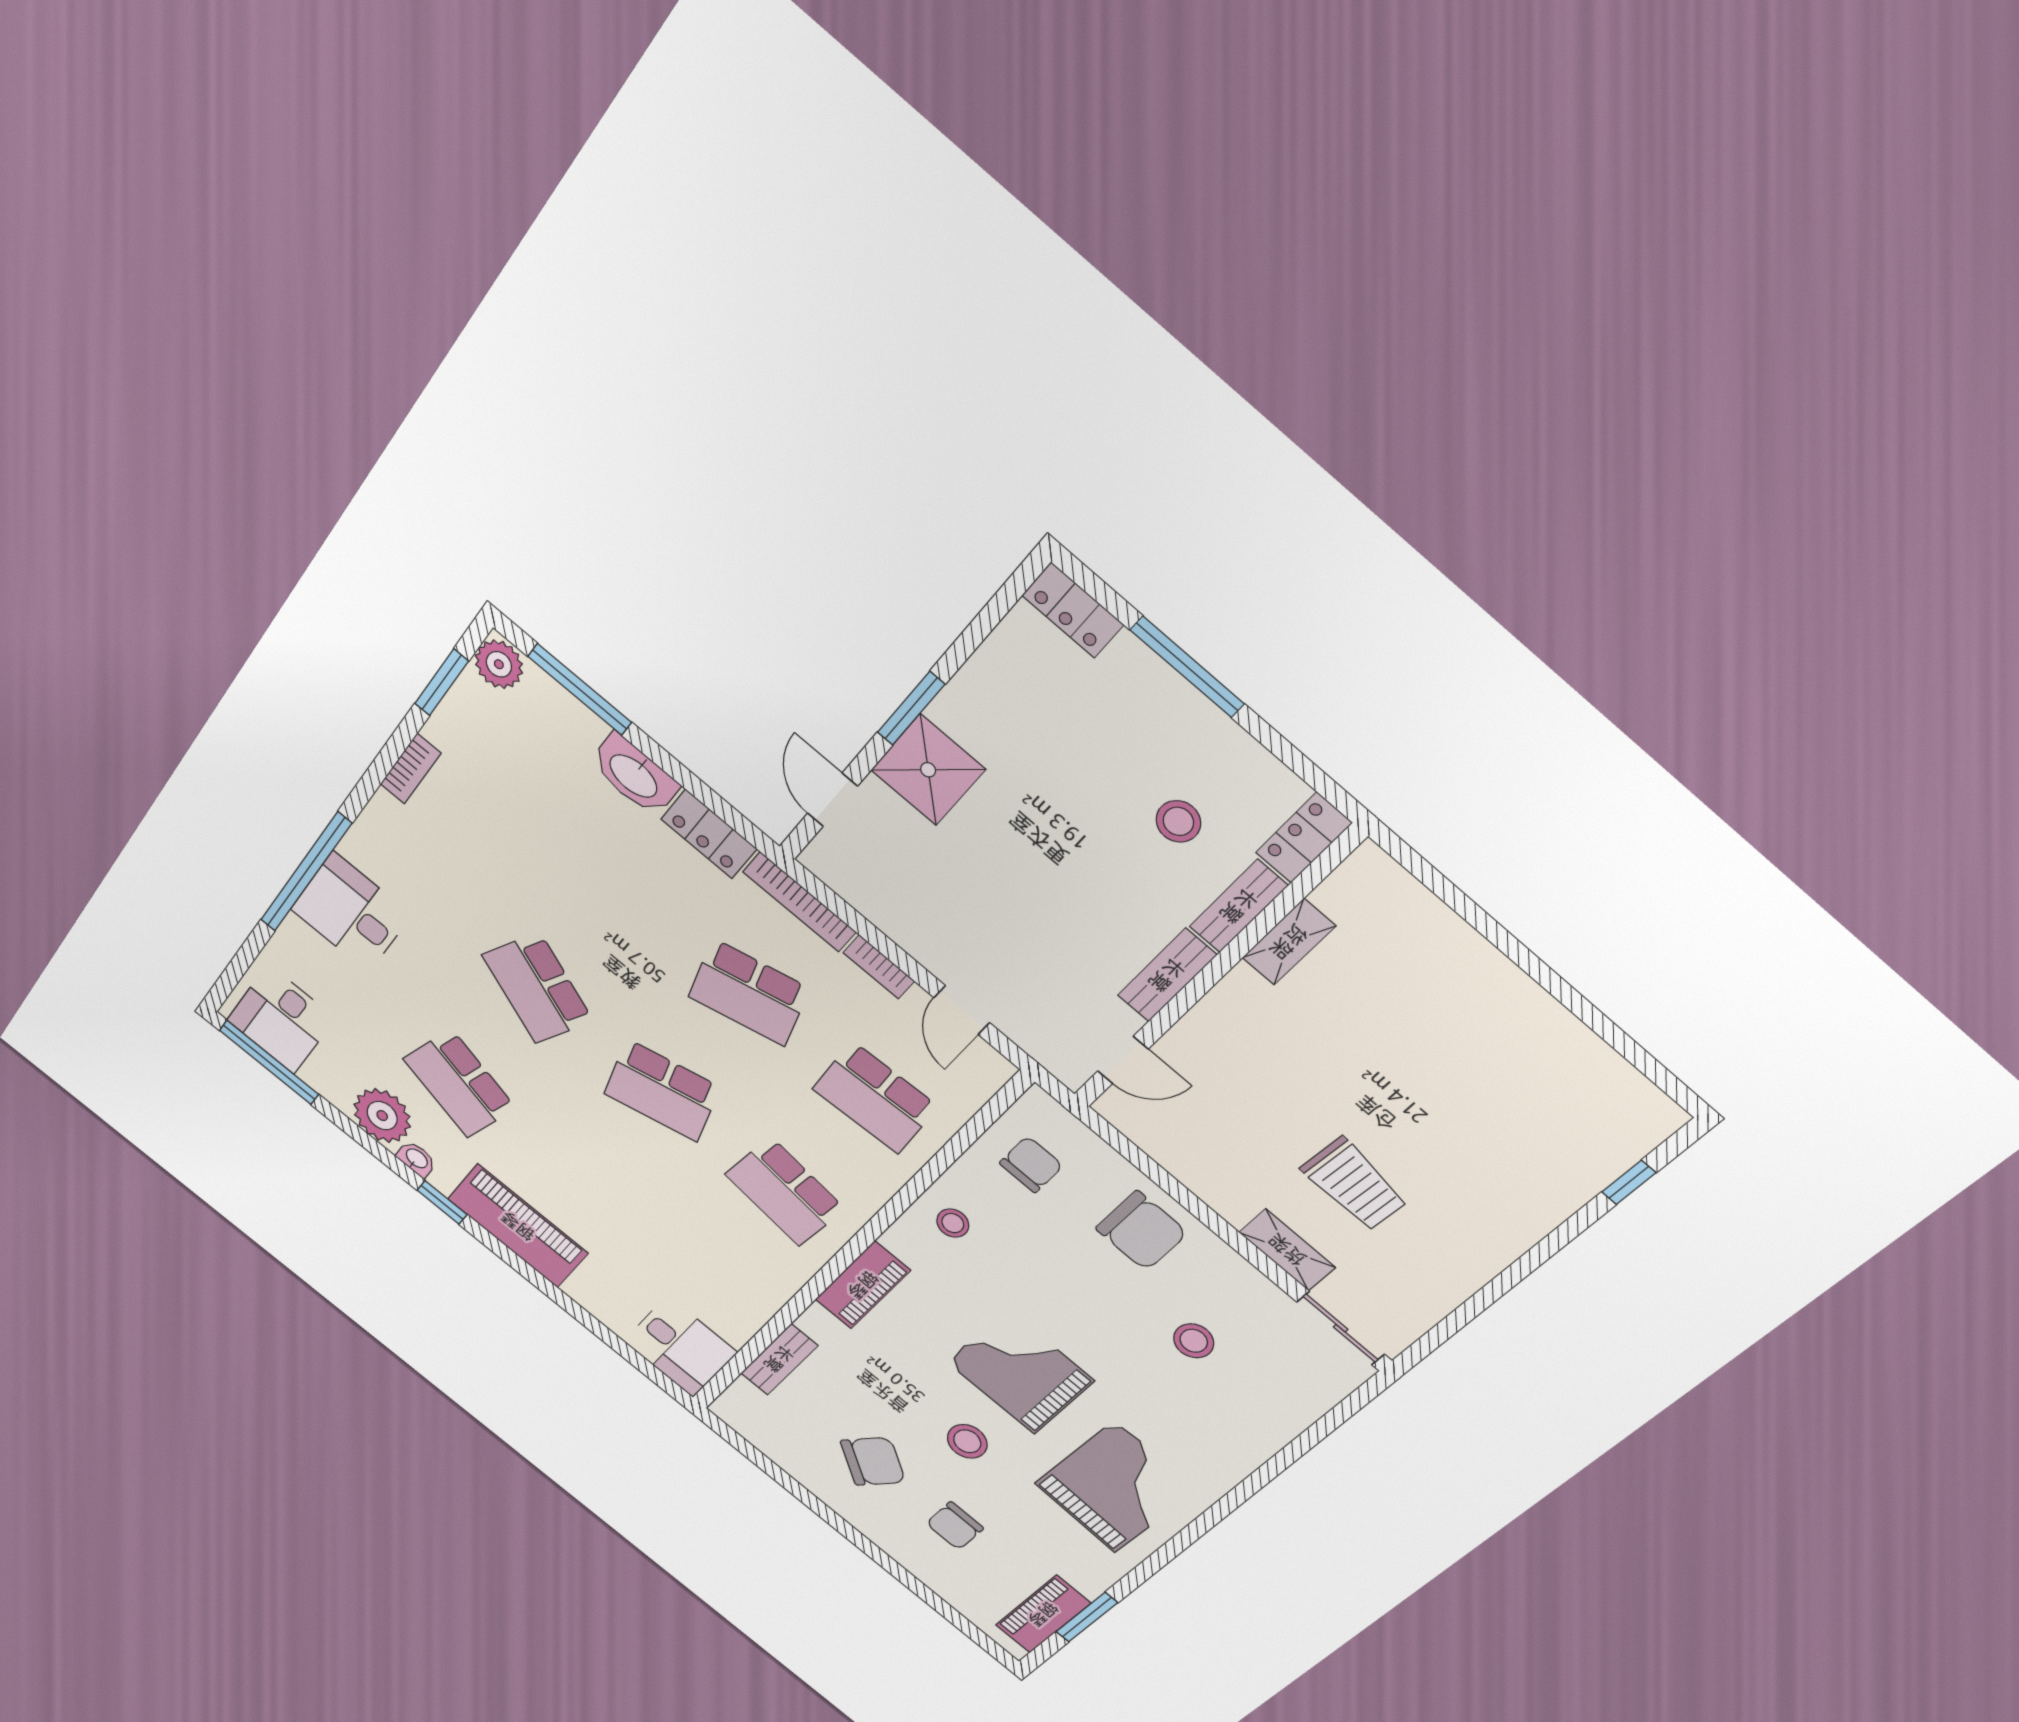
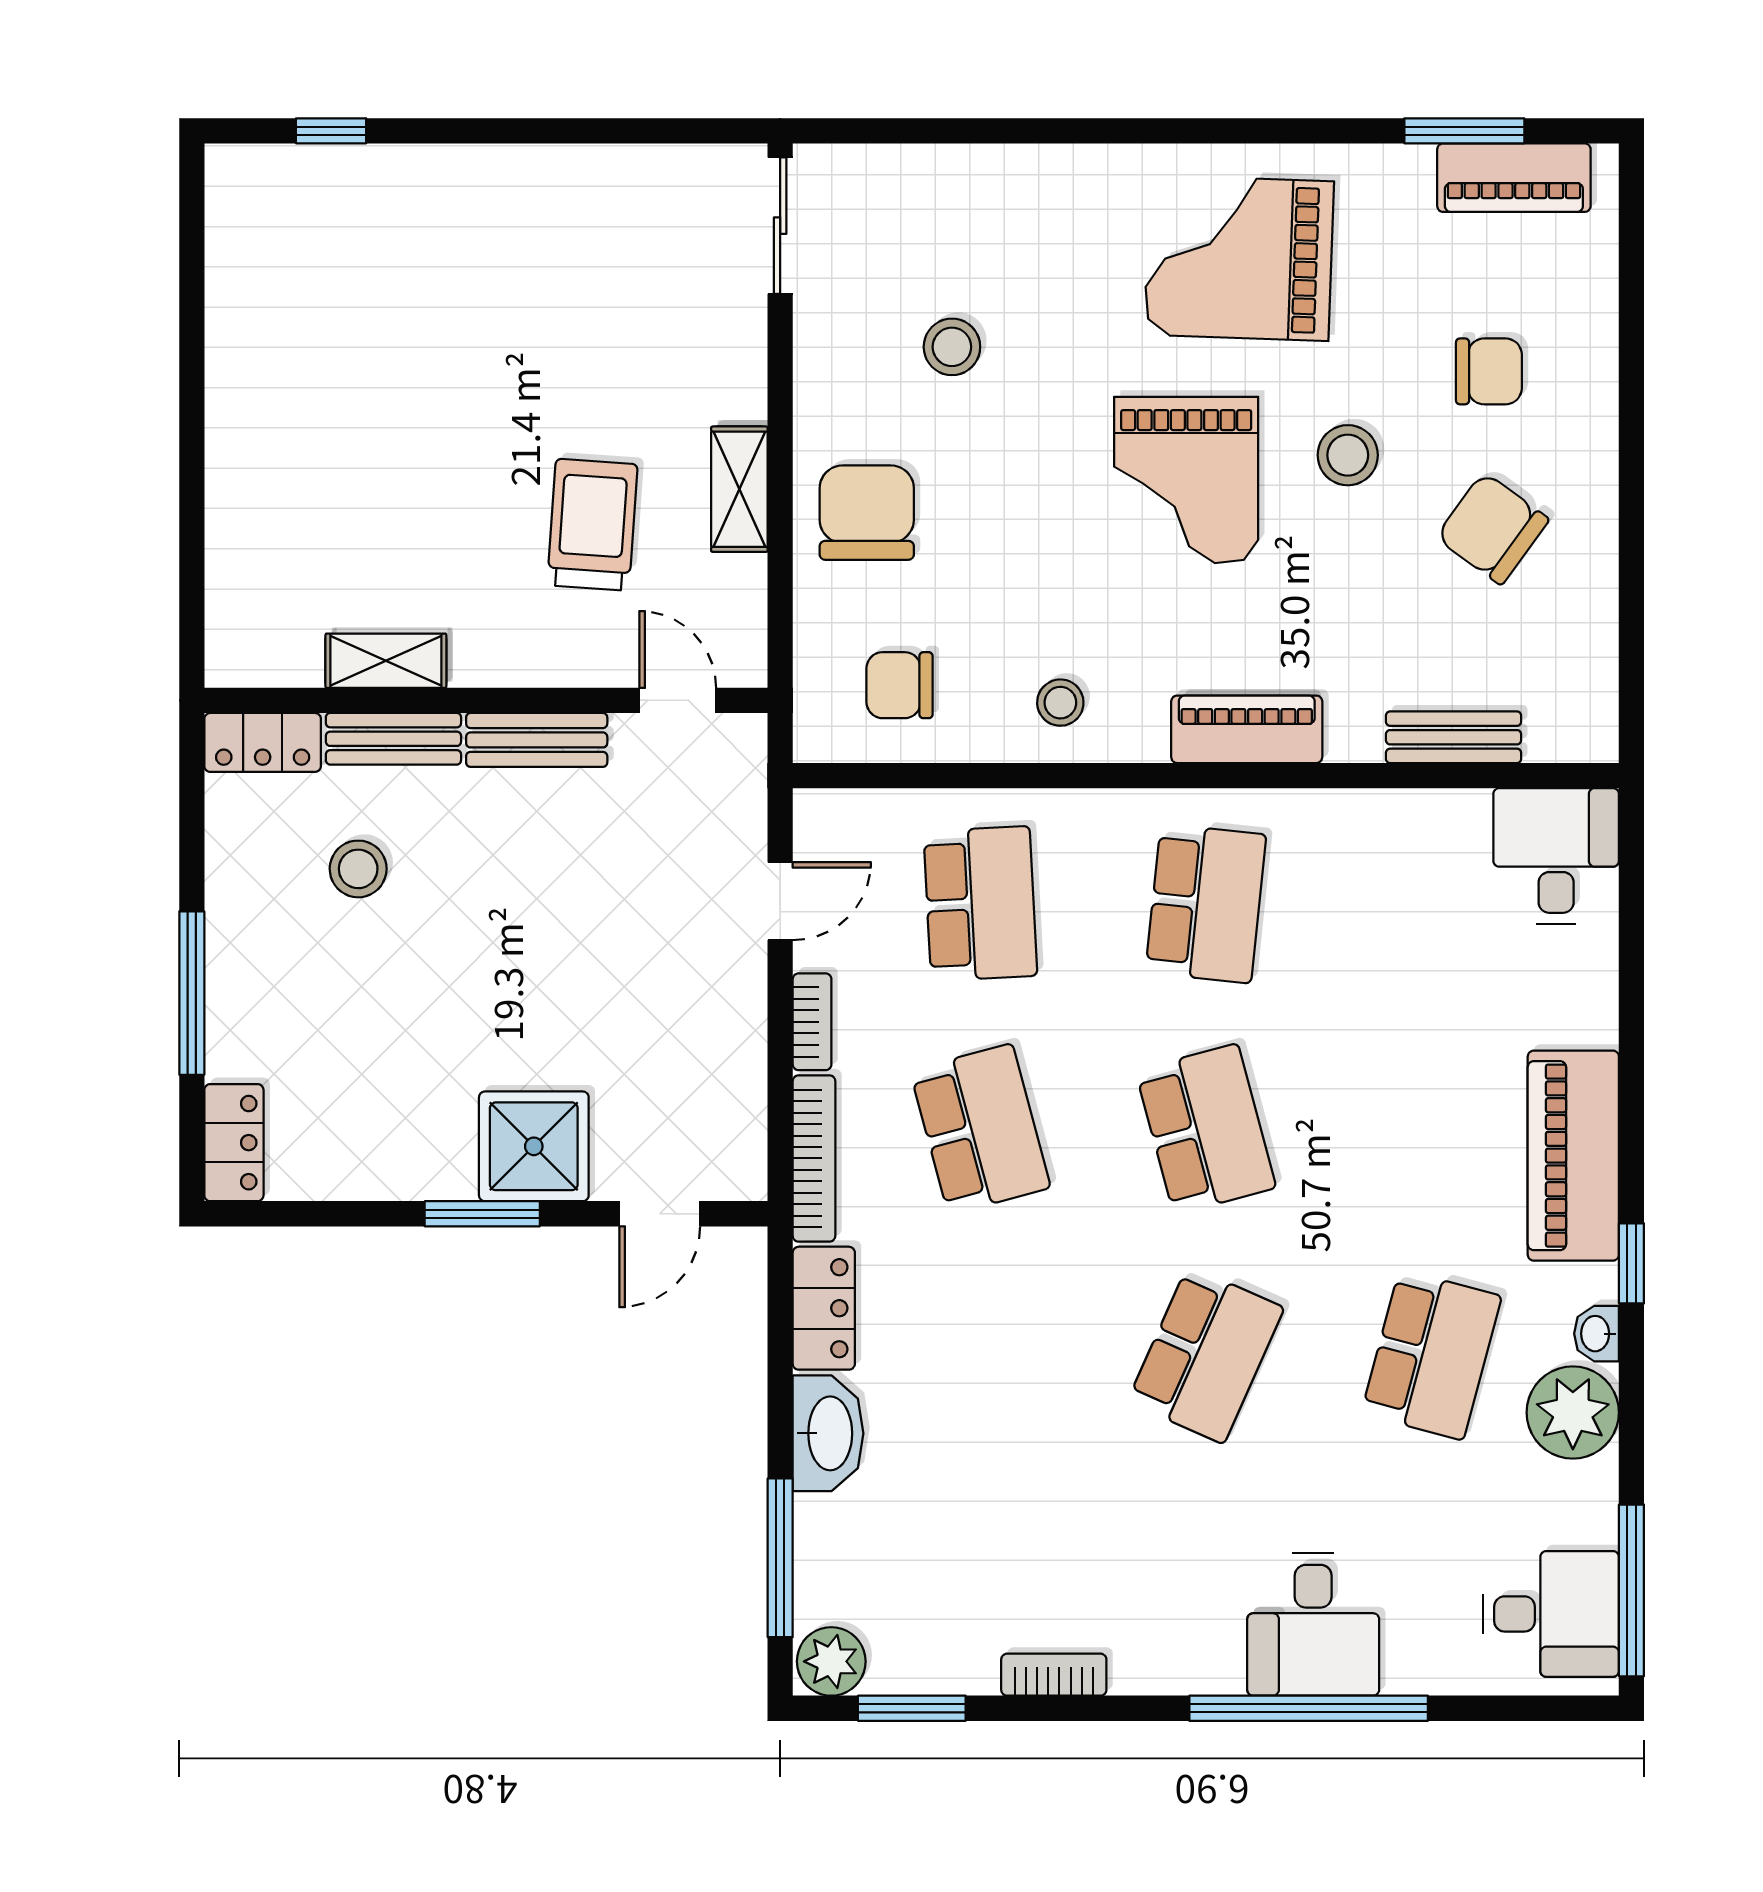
trolley: (1354, 1184) -> (592, 525), moved
shelving: (1287, 1250) -> (739, 489), moved

